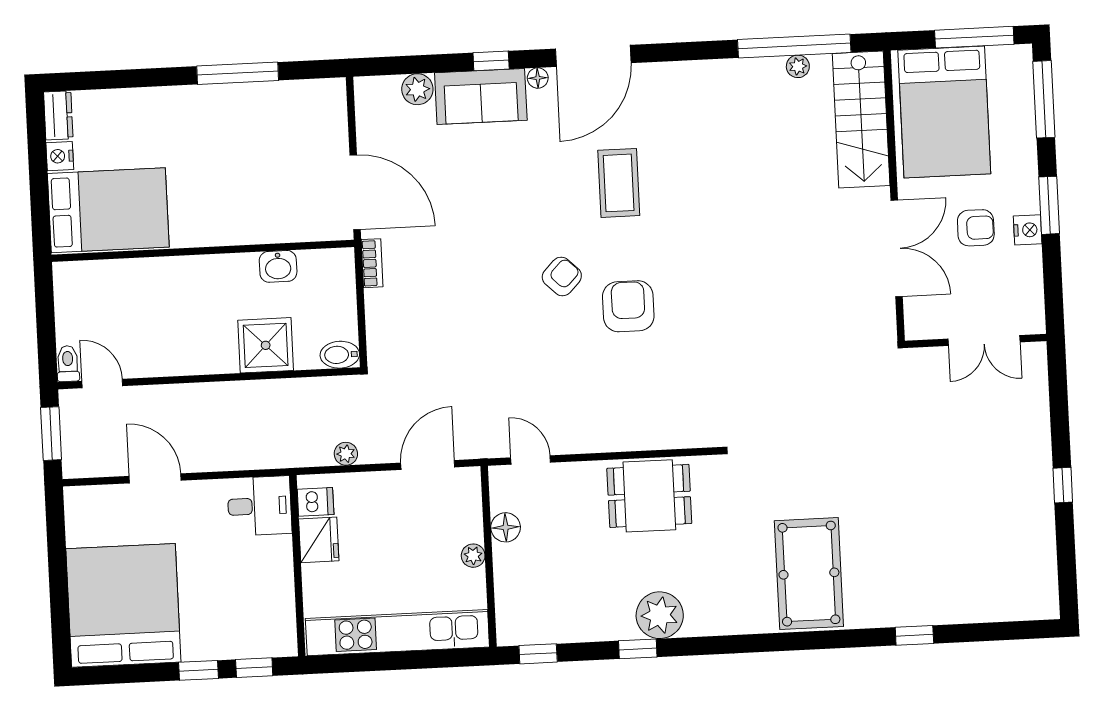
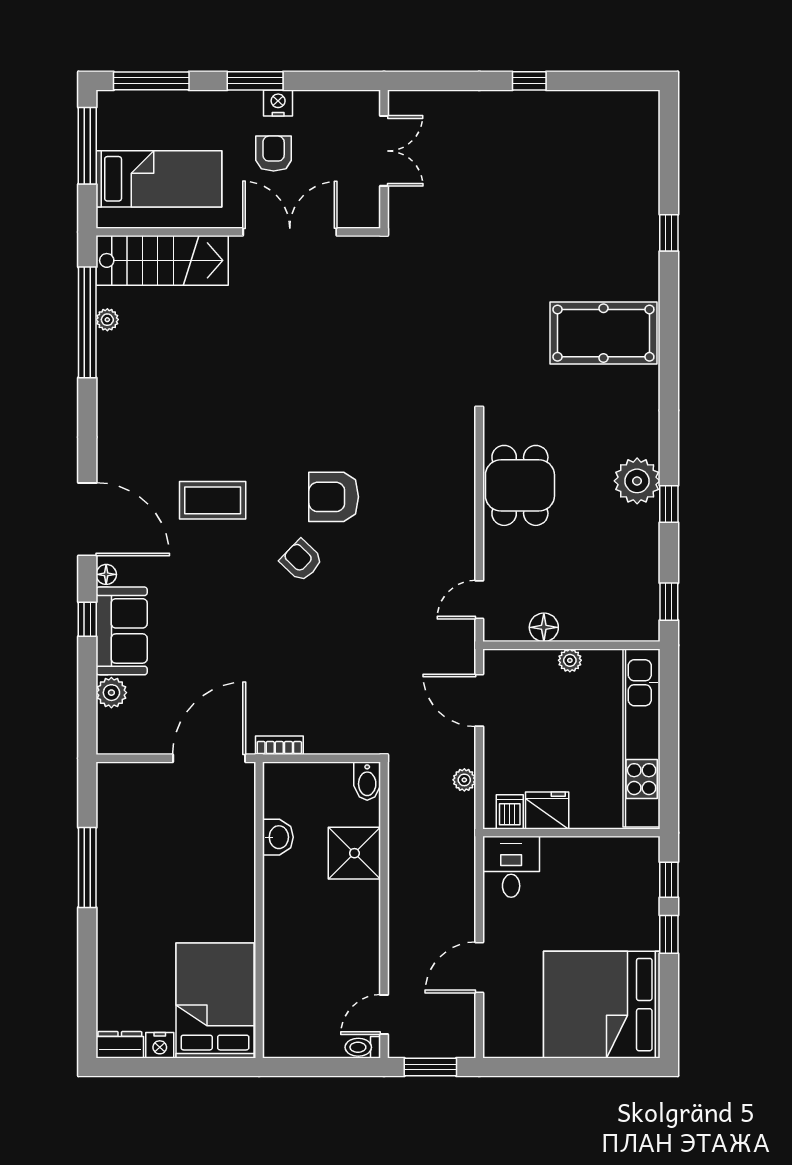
bed: (944, 112) -> (159, 179), width x0.67

